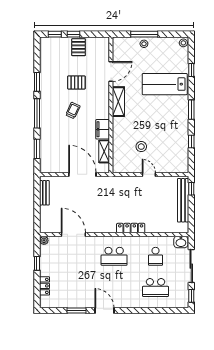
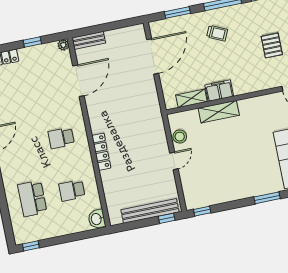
shelving: (118, 102) -> (219, 112), moved
trolley: (73, 110) -> (217, 33), moved
window: (191, 141) -> (202, 211), moved
stool: (141, 147) -> (180, 137), moved
door: (82, 174) -> (153, 56), moved
bench: (44, 193) -> (89, 40), moved
school desk: (114, 256) -> (61, 138), width x0.54
sliding door: (191, 266) -> (69, 238), removed

